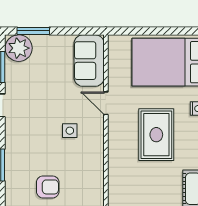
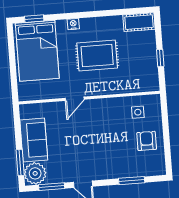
sofa: (89, 61) -> (34, 140), moved, turned -90
side table: (70, 131) -> (138, 112), moved

